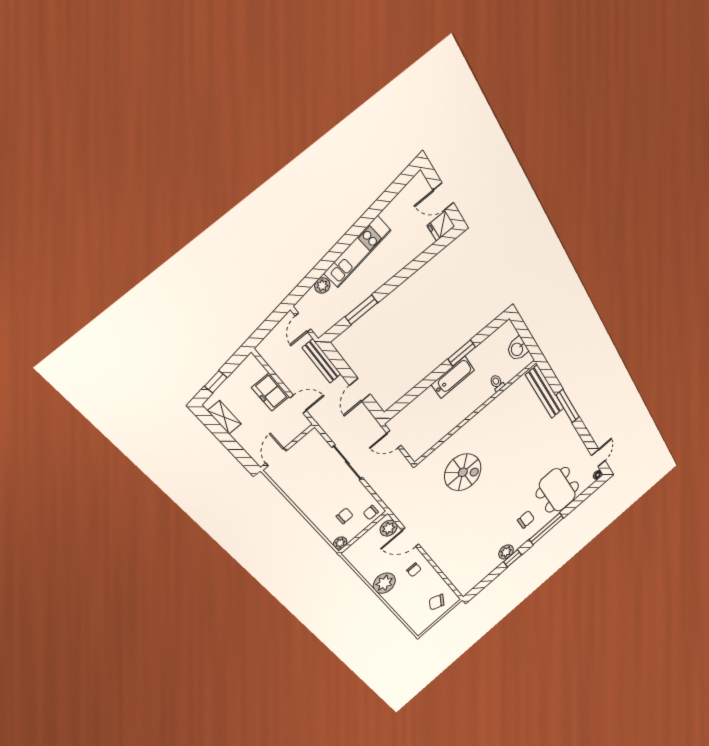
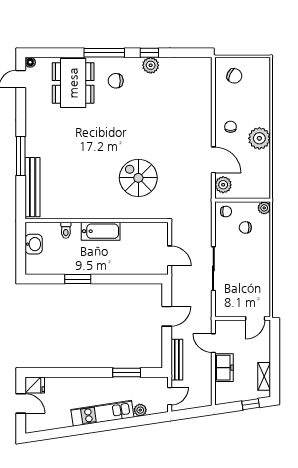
bathtub: (453, 377) -> (101, 231), moved, turned 180

